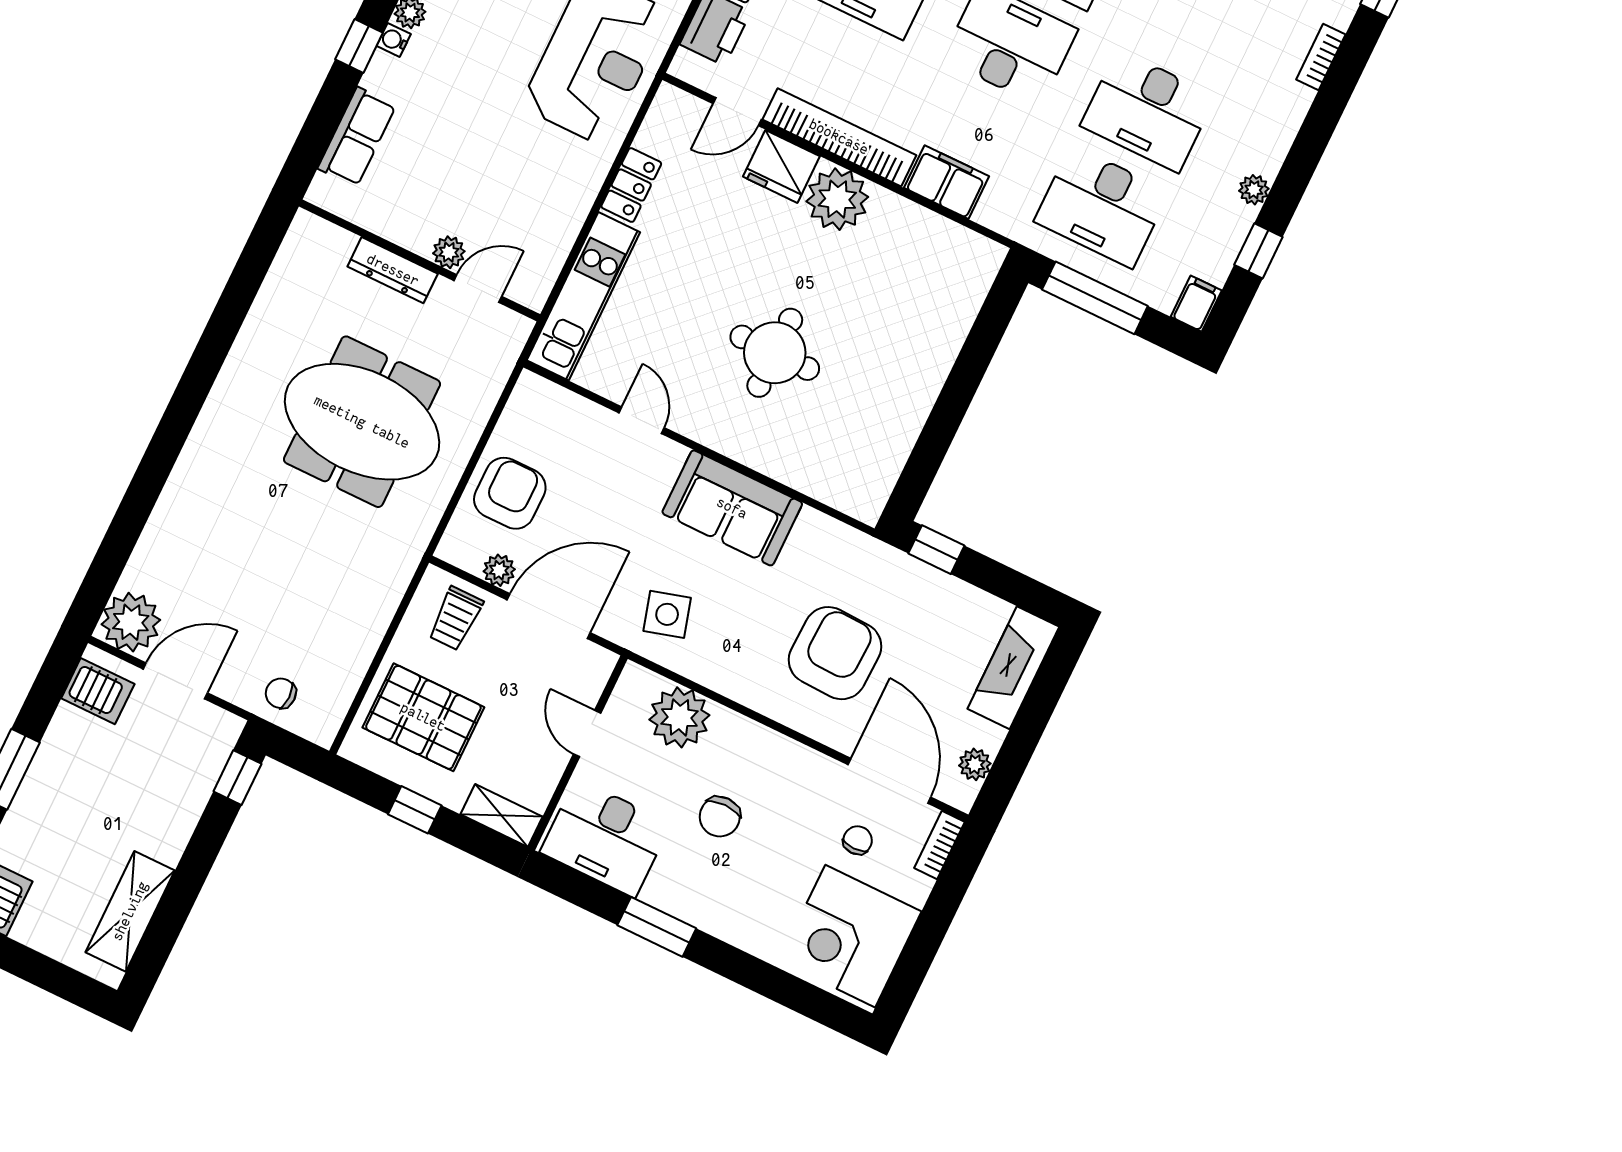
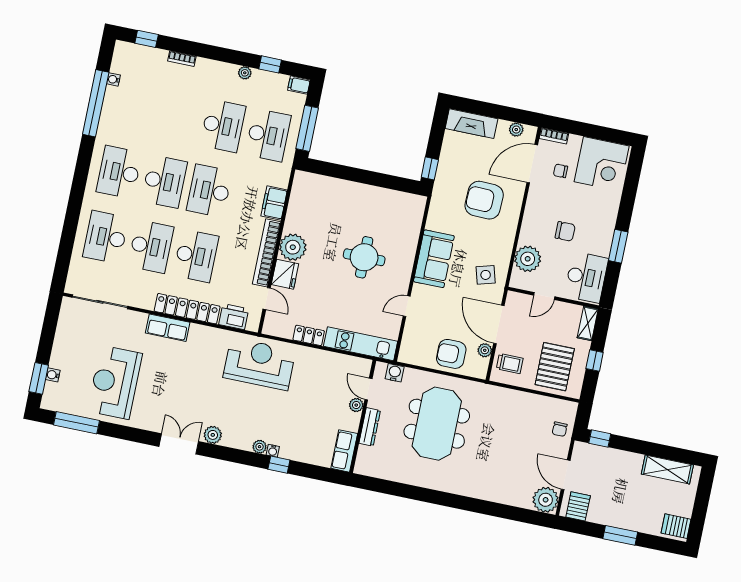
row of seats: (357, 137) -> (344, 451), moved, turned -90
water cooler: (500, 356) -> (395, 373), added

